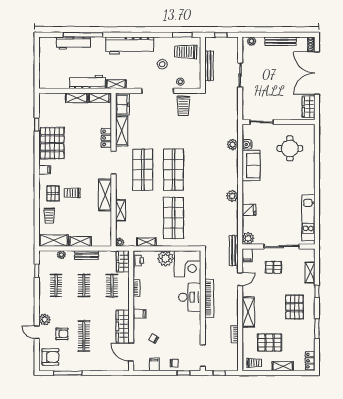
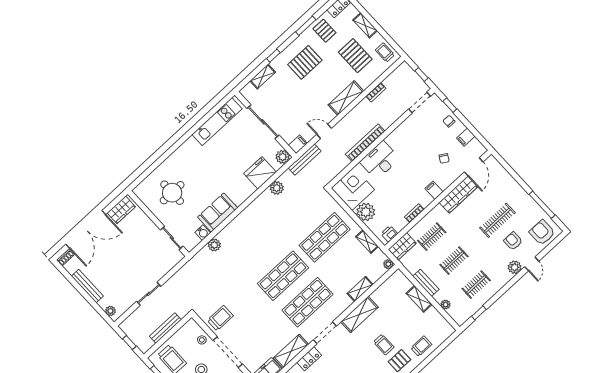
plant: (232, 196) -> (277, 188), moved
fridge: (249, 210) -> (260, 173), width x1.88, depth x1.34
shelving: (54, 241) -> (439, 322), removed
pallet: (273, 267) -> (324, 31), moved

